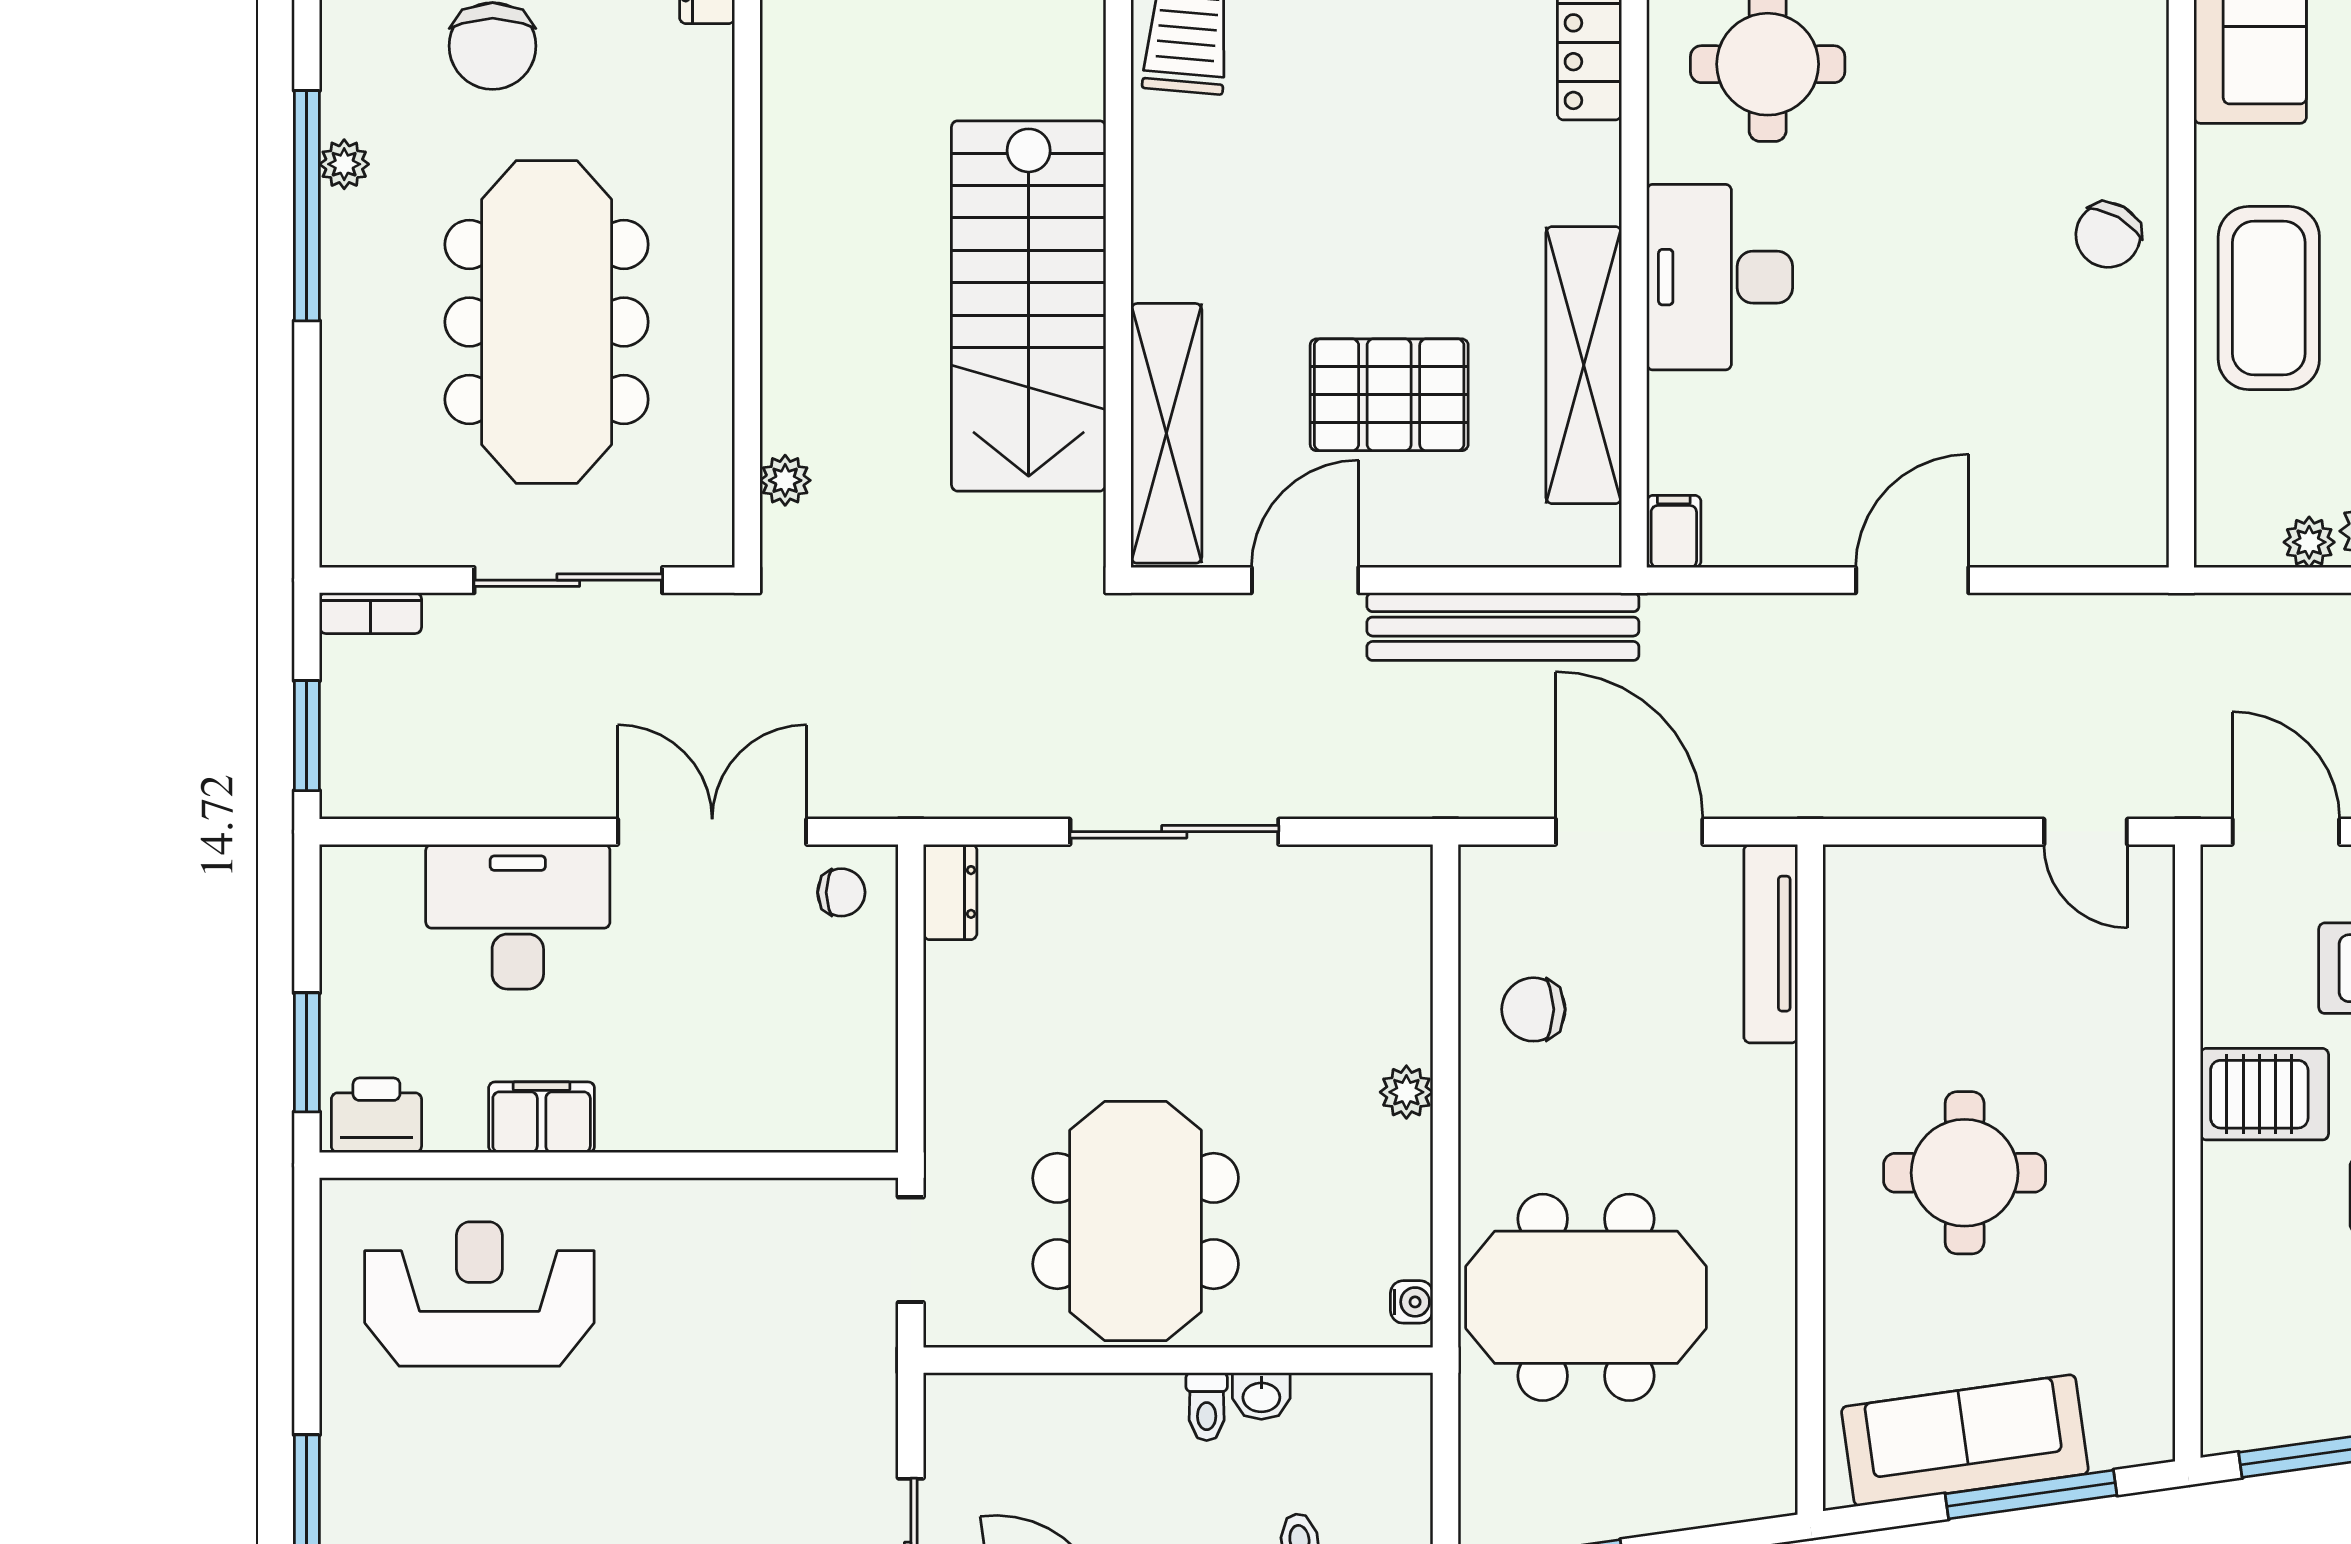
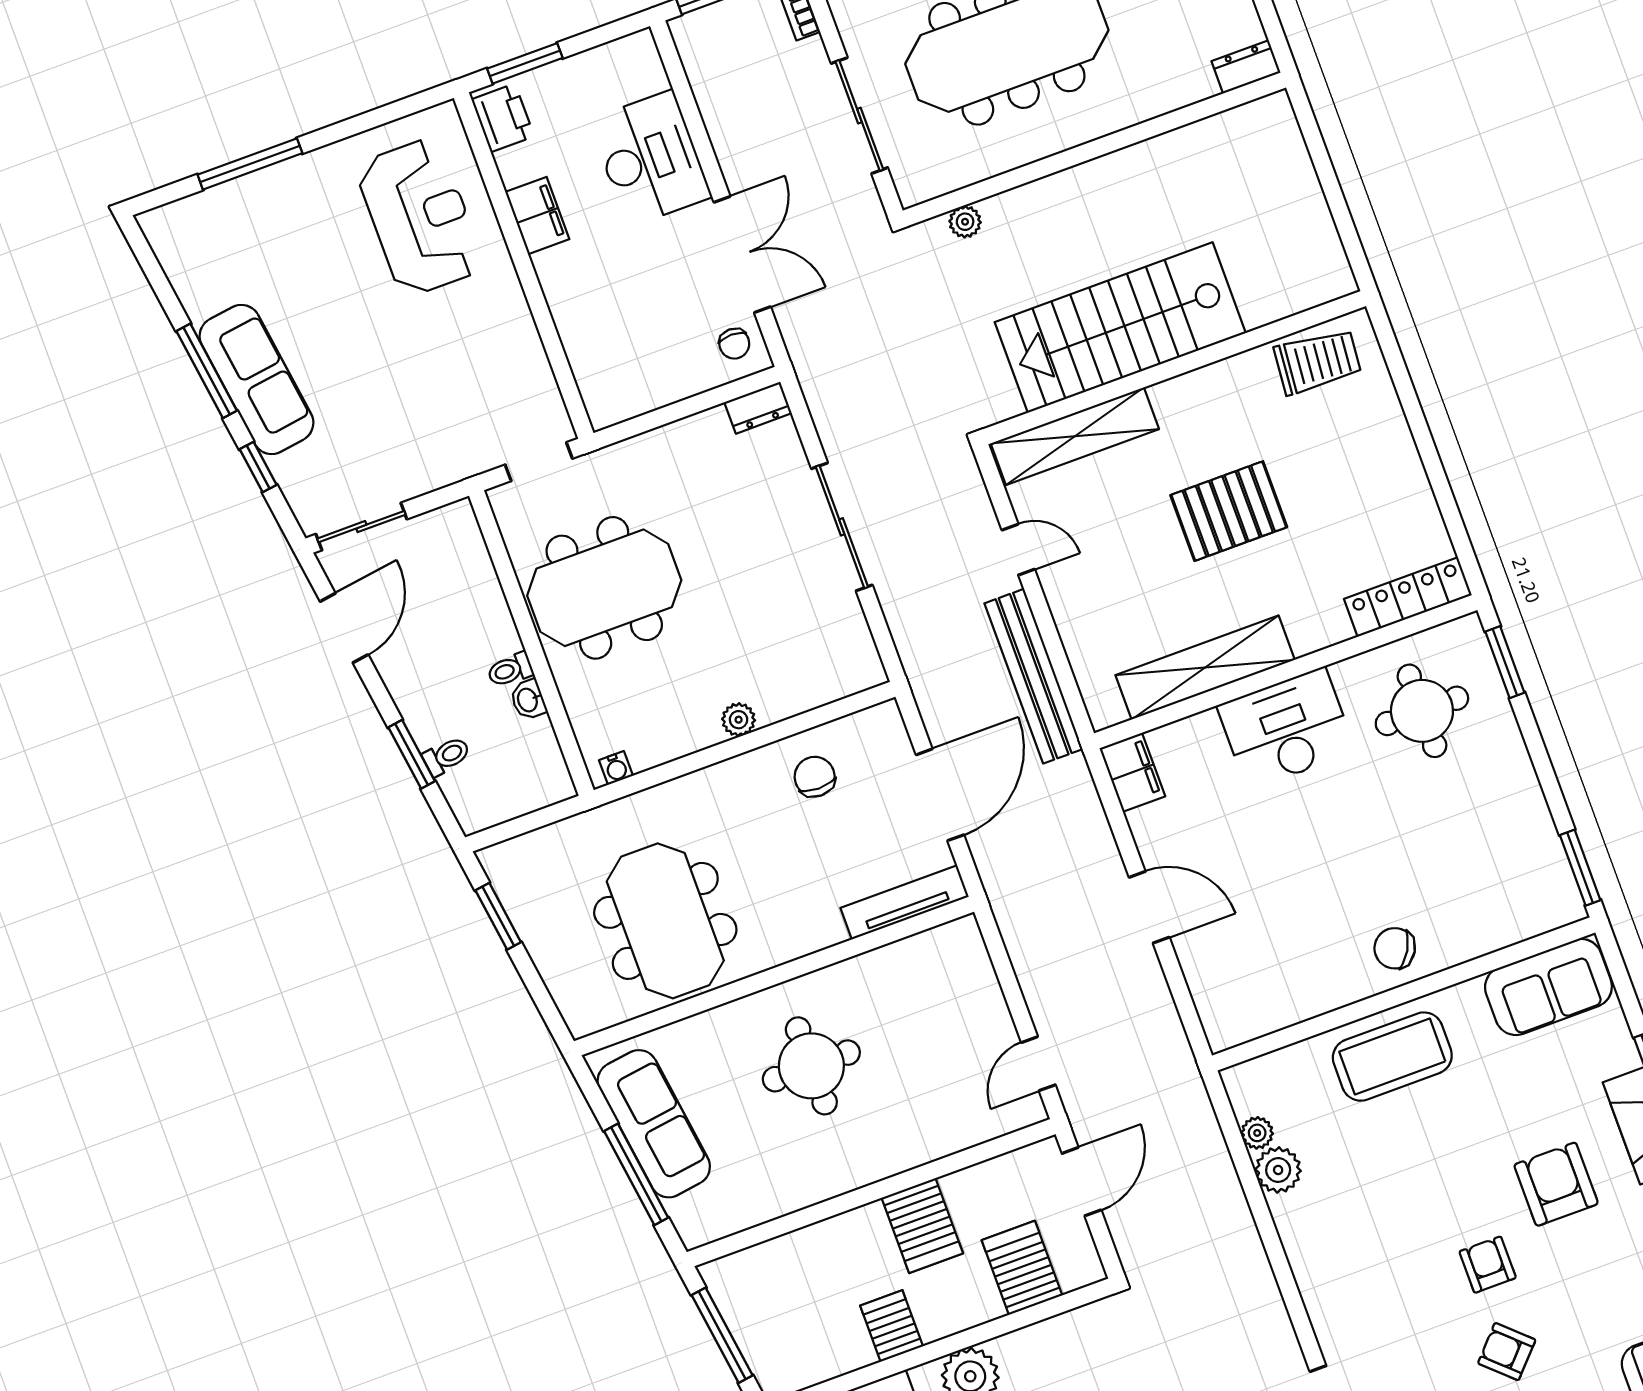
pallet: (1389, 395) -> (1229, 511), moved, turned 90
filing cabinet: (1674, 531) -> (1132, 772), width x2.00
door: (1305, 580) -> (1018, 550), width x0.73
meeting table: (1586, 1297) -> (665, 921), moved

